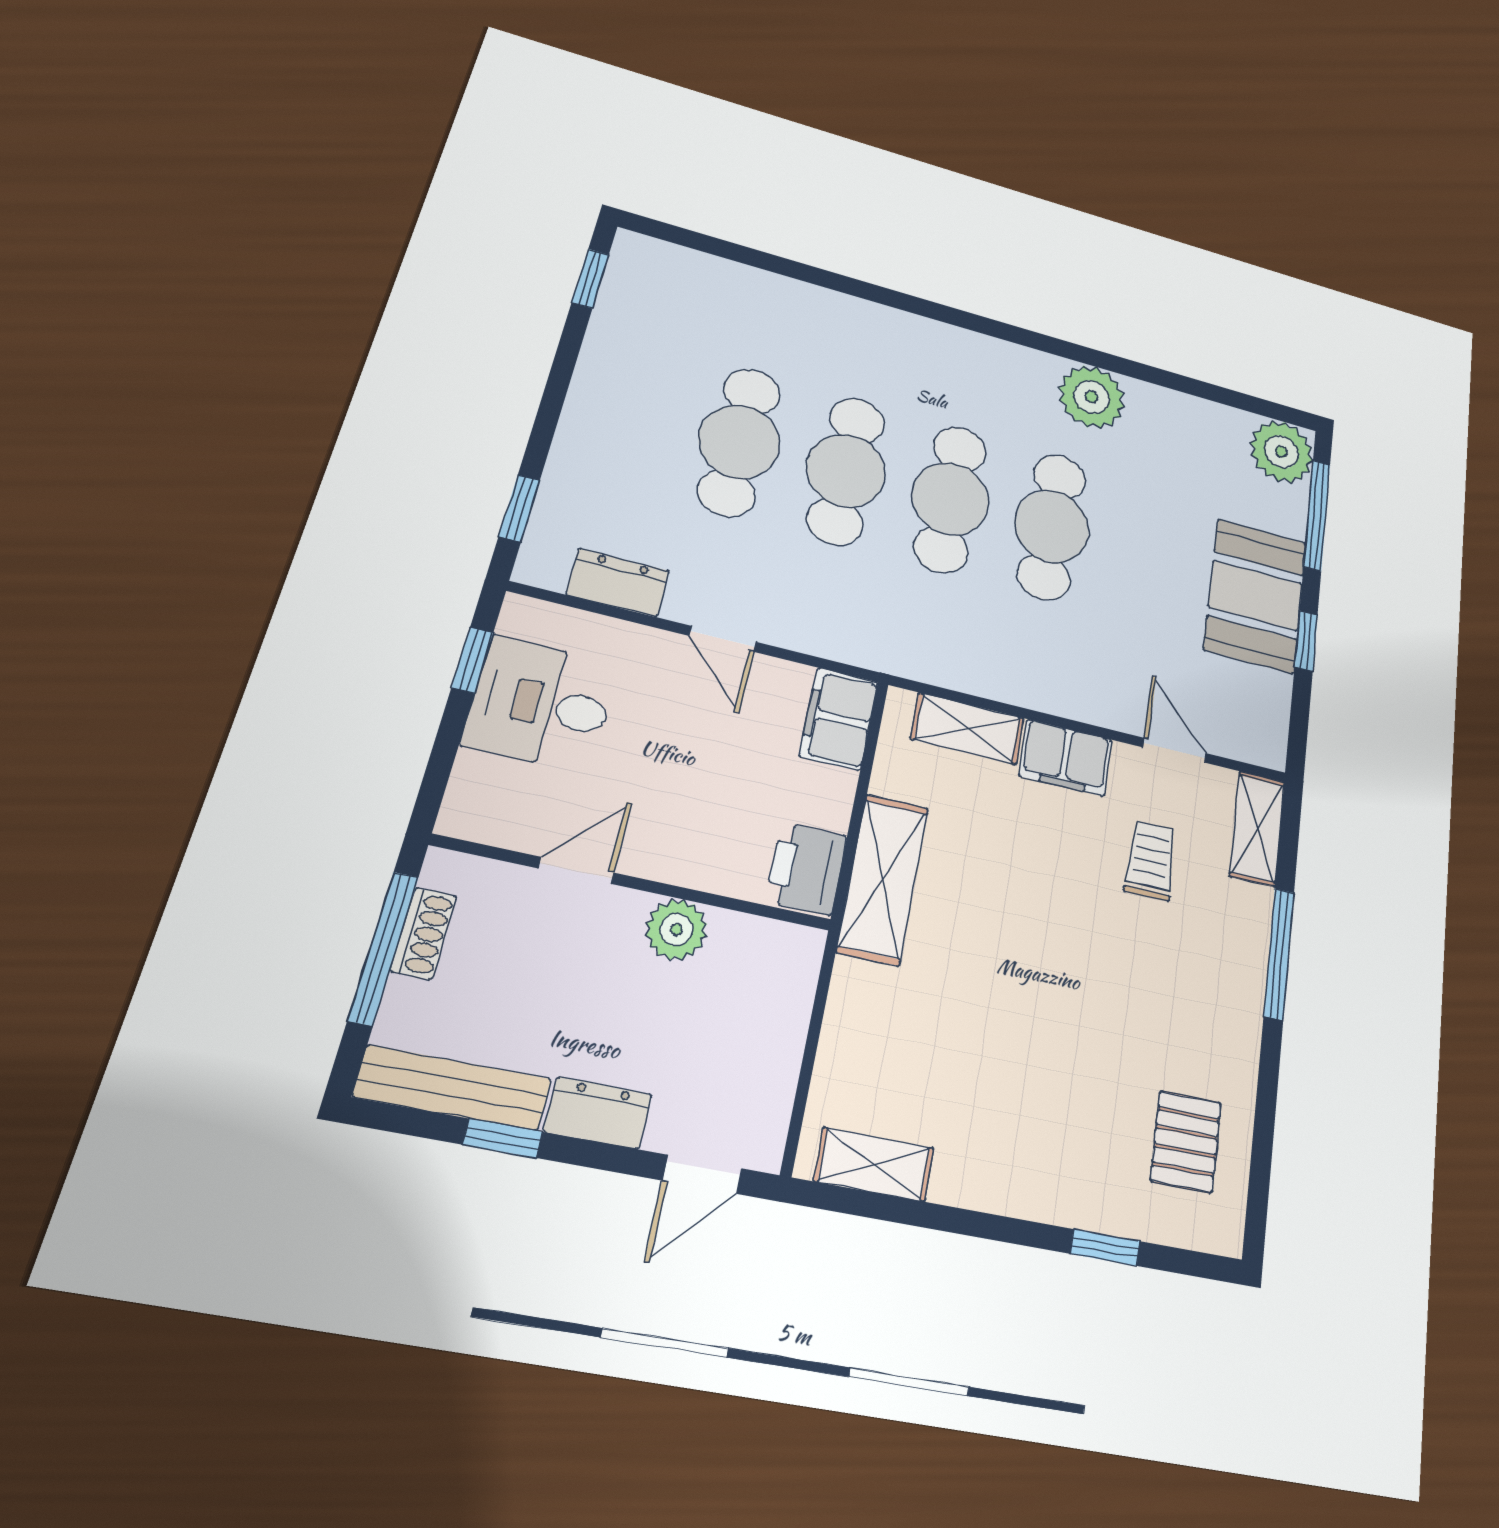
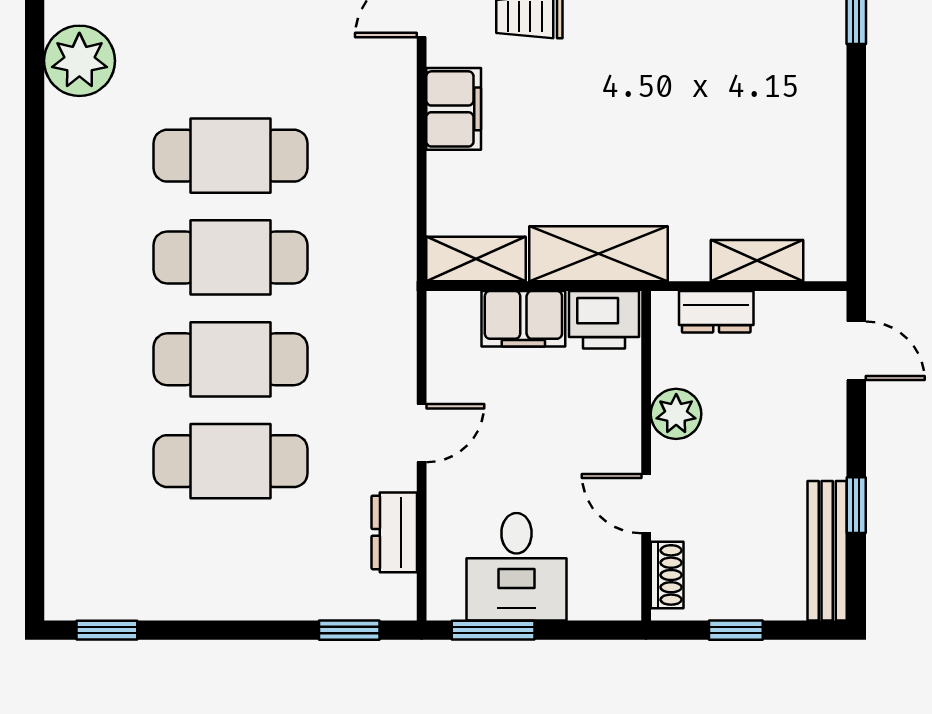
plant: (1092, 397) -> (79, 61), moved
window: (472, 660) -> (493, 630), width x1.50
filing cabinet: (839, 719) -> (523, 319), moved
shelving: (967, 728) -> (476, 259), moved, turned 90
shoe rack: (424, 933) -> (667, 575), moved, turned 90
window: (383, 948) -> (736, 630), width x0.46
dresser: (598, 1113) -> (716, 312), moved, turned -90
shelving: (874, 1164) -> (757, 261), moved, turned 90

